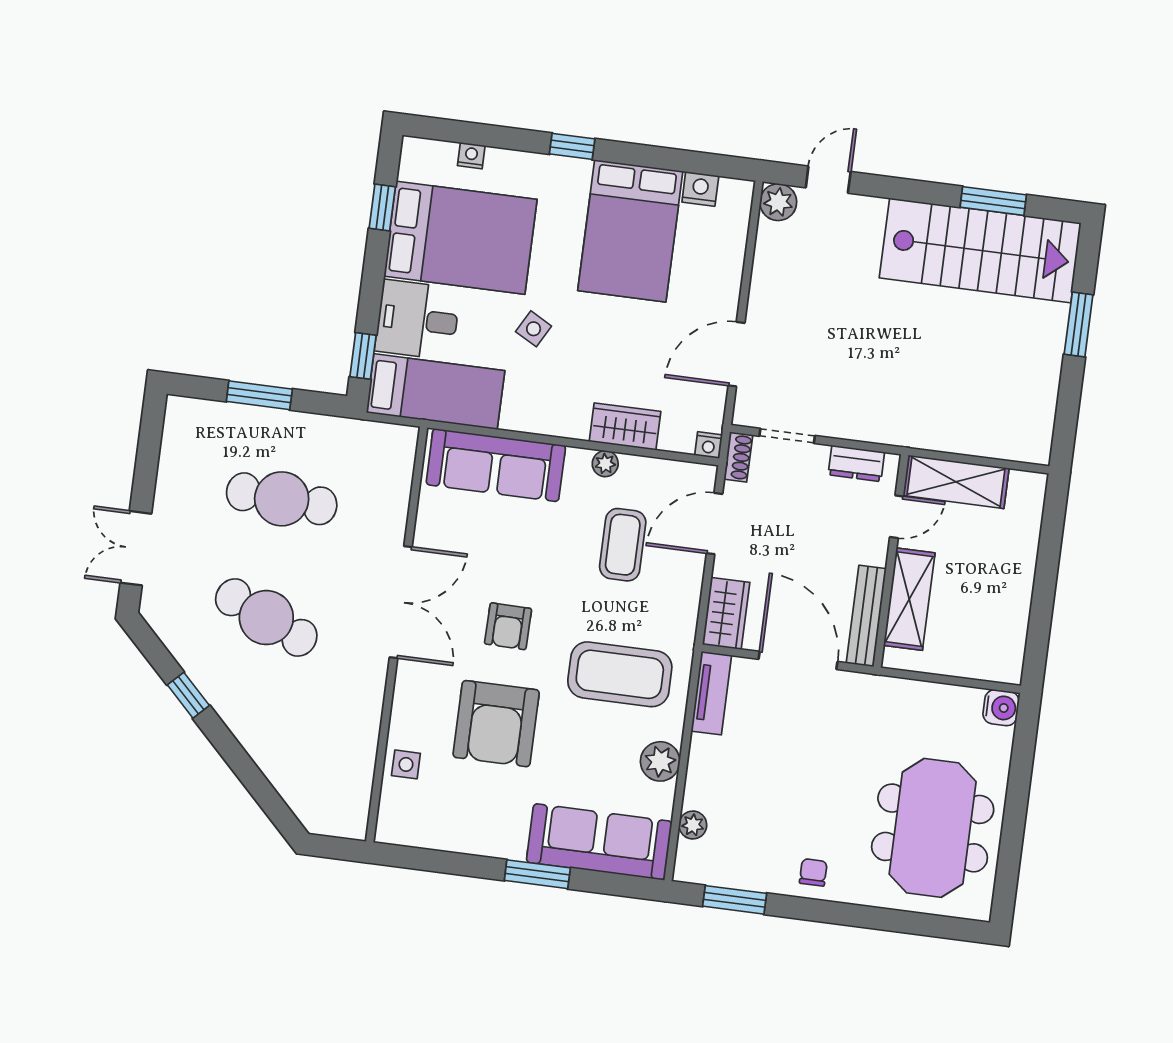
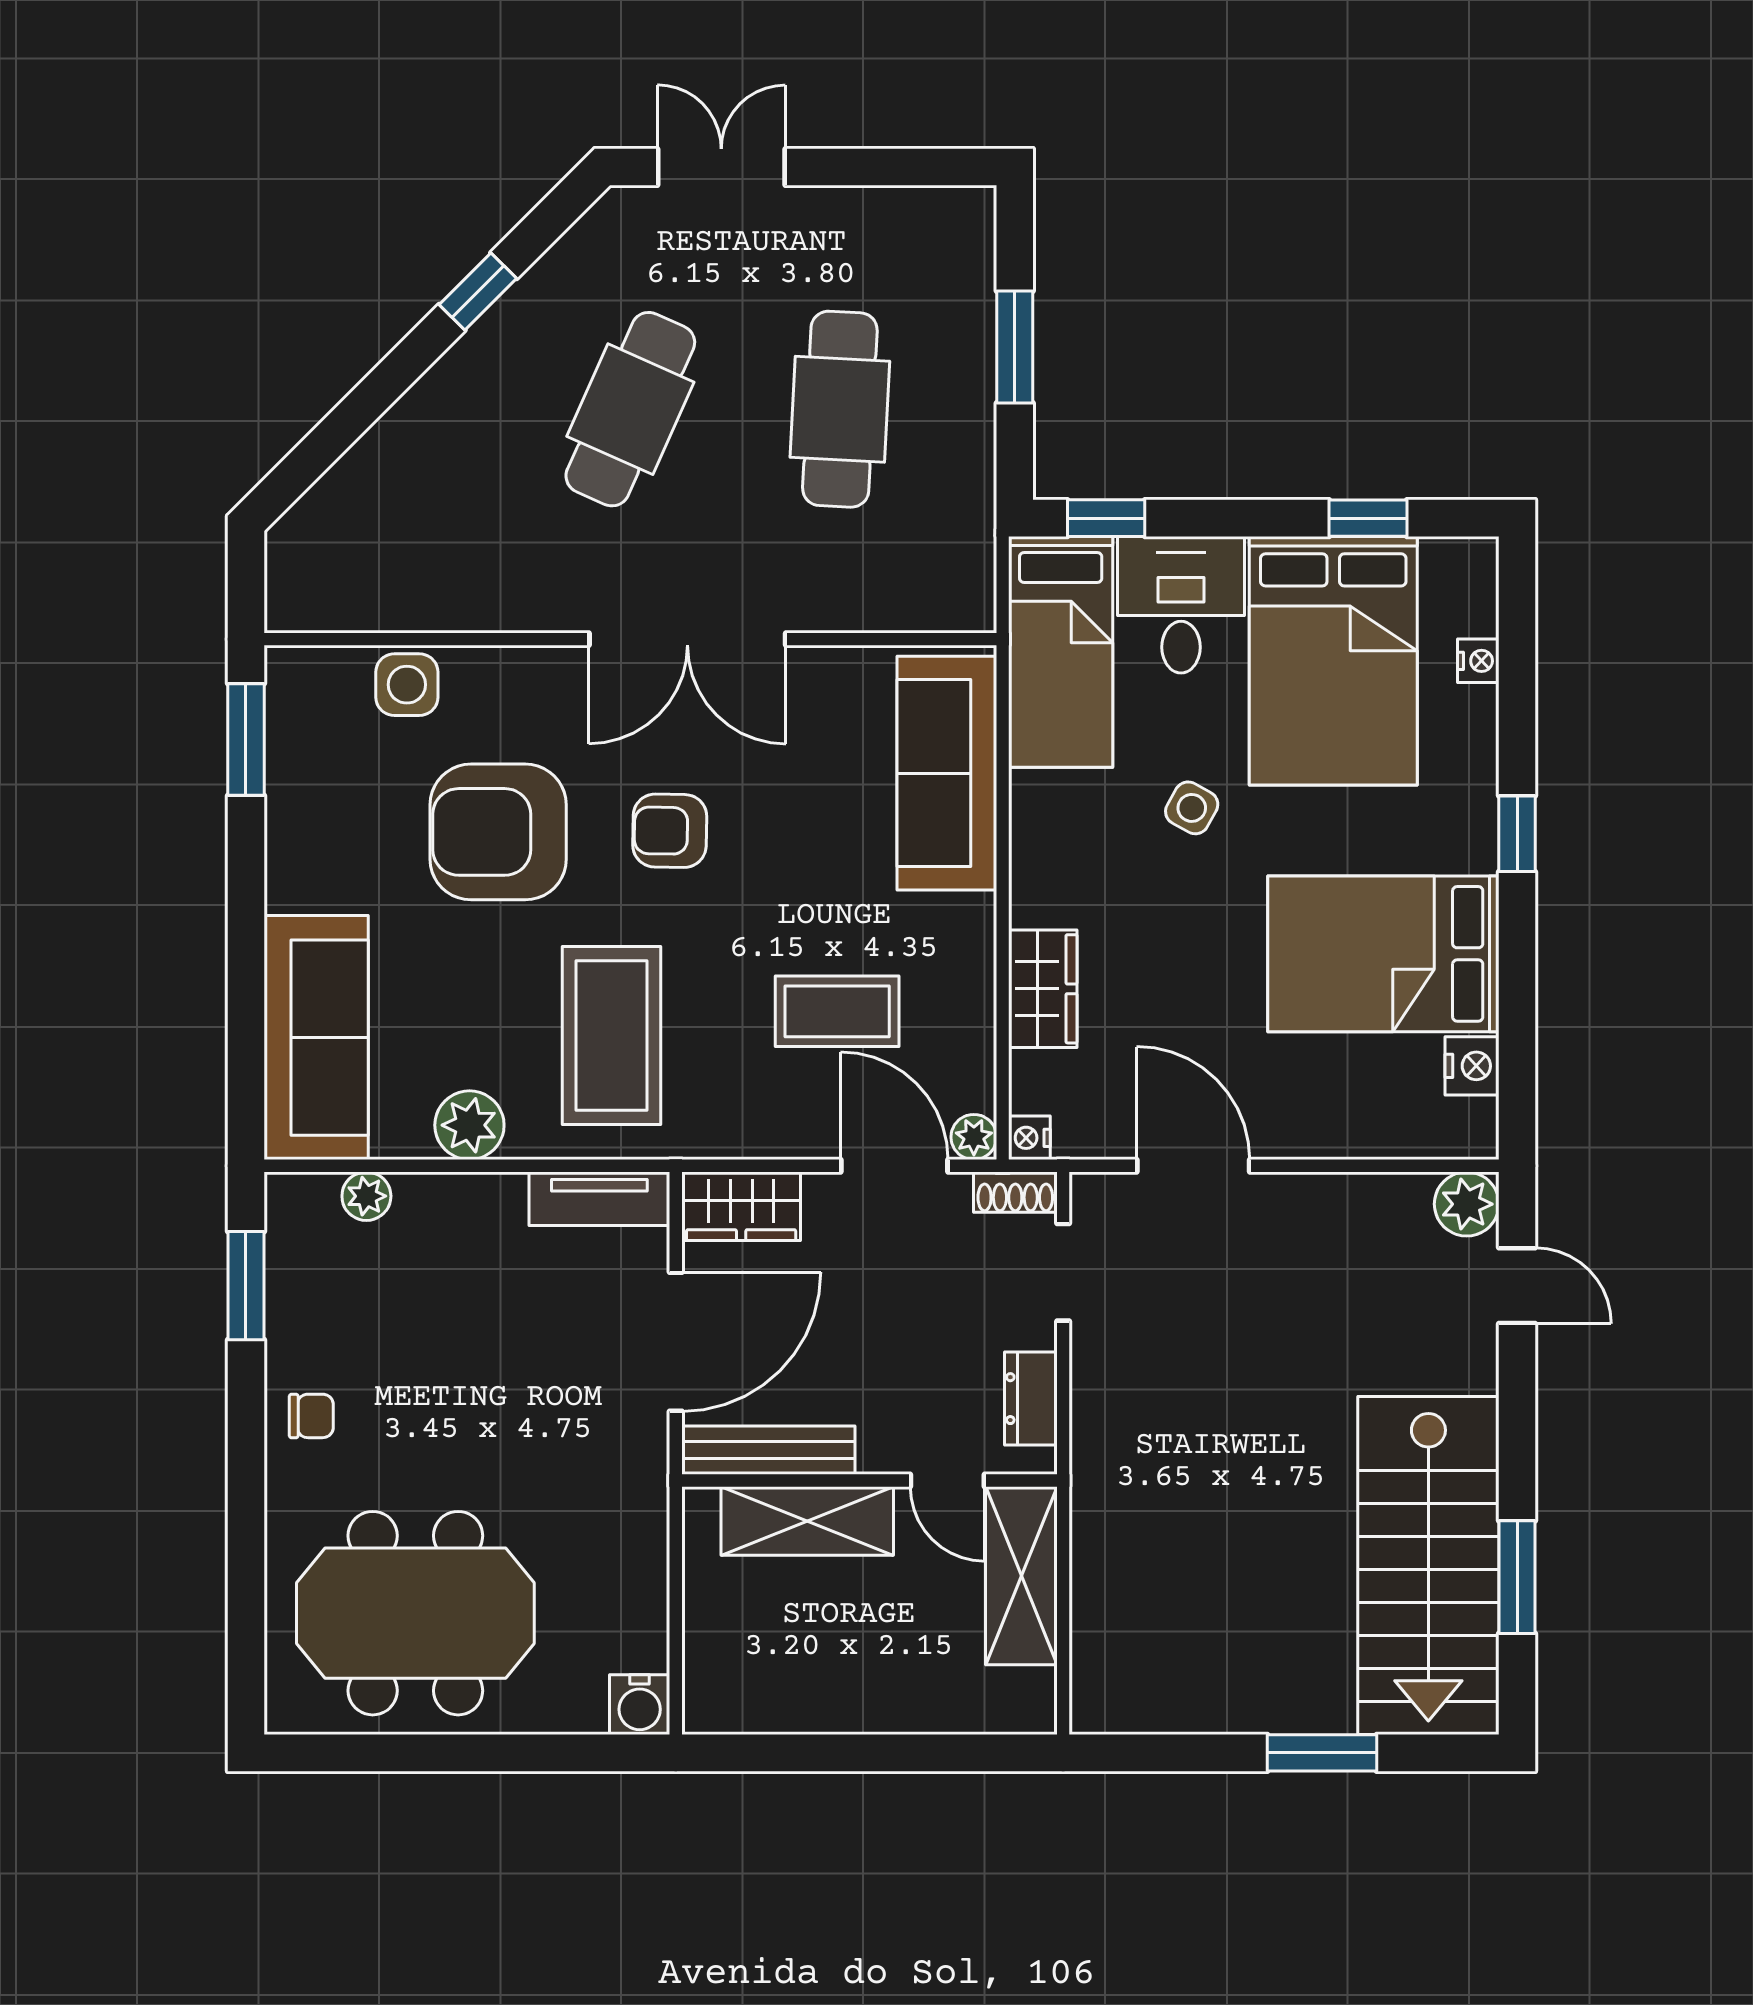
plant: (605, 464) -> (974, 1137), moved
side table: (406, 764) -> (407, 685), width x1.37, depth x1.37
window: (537, 874) -> (246, 739), moved

